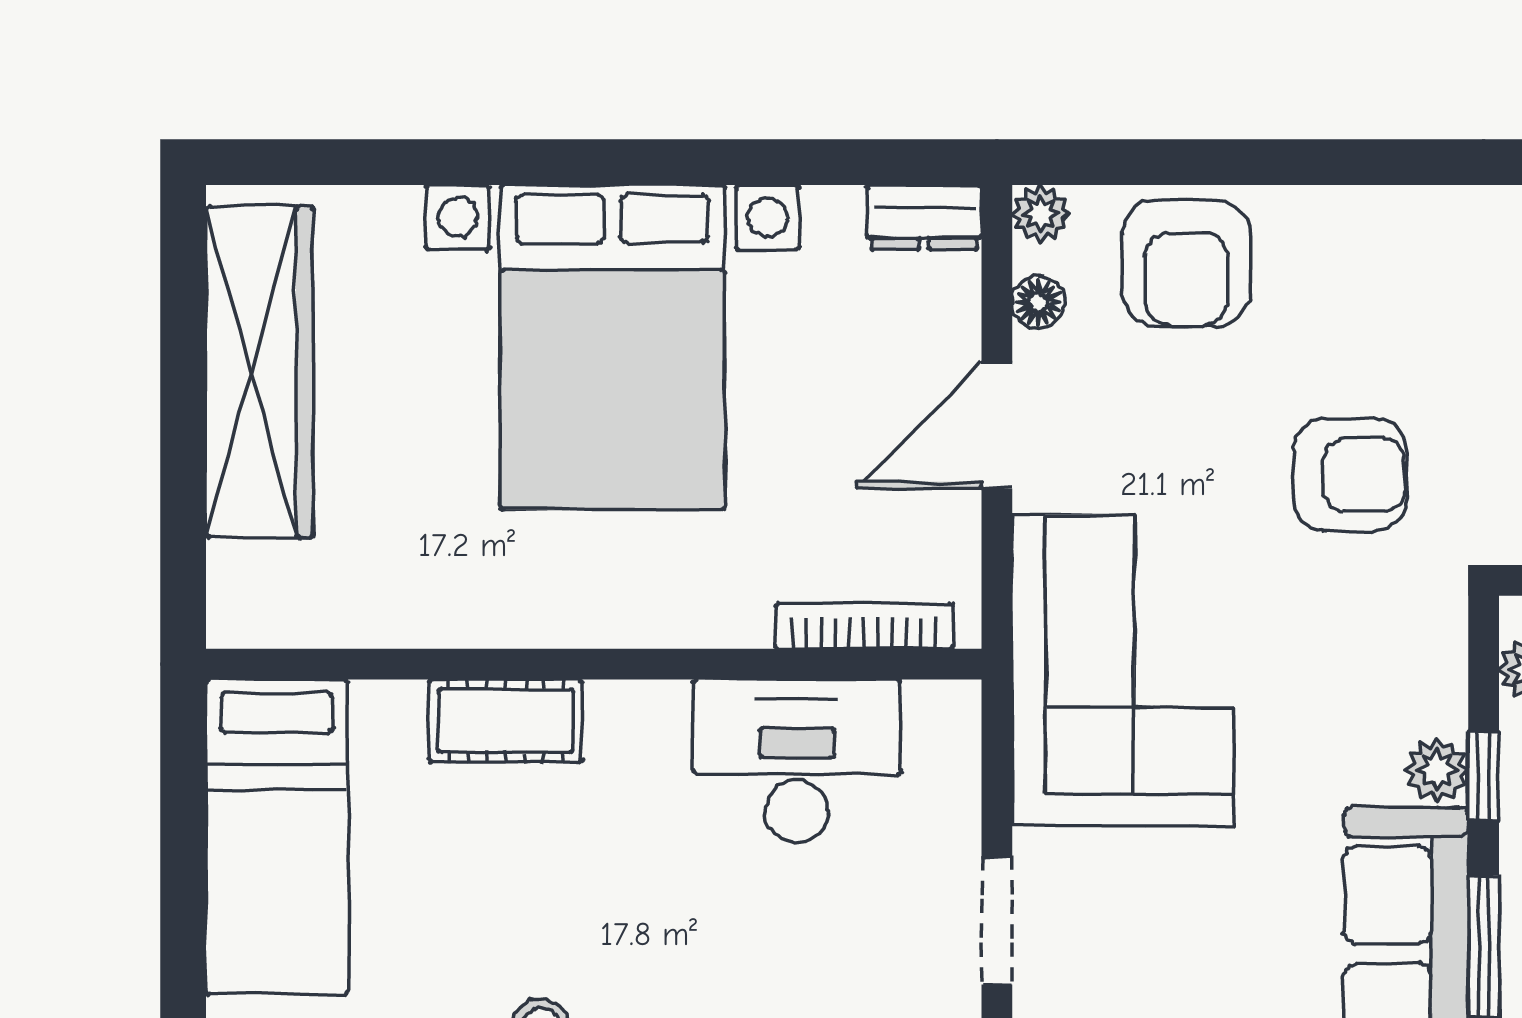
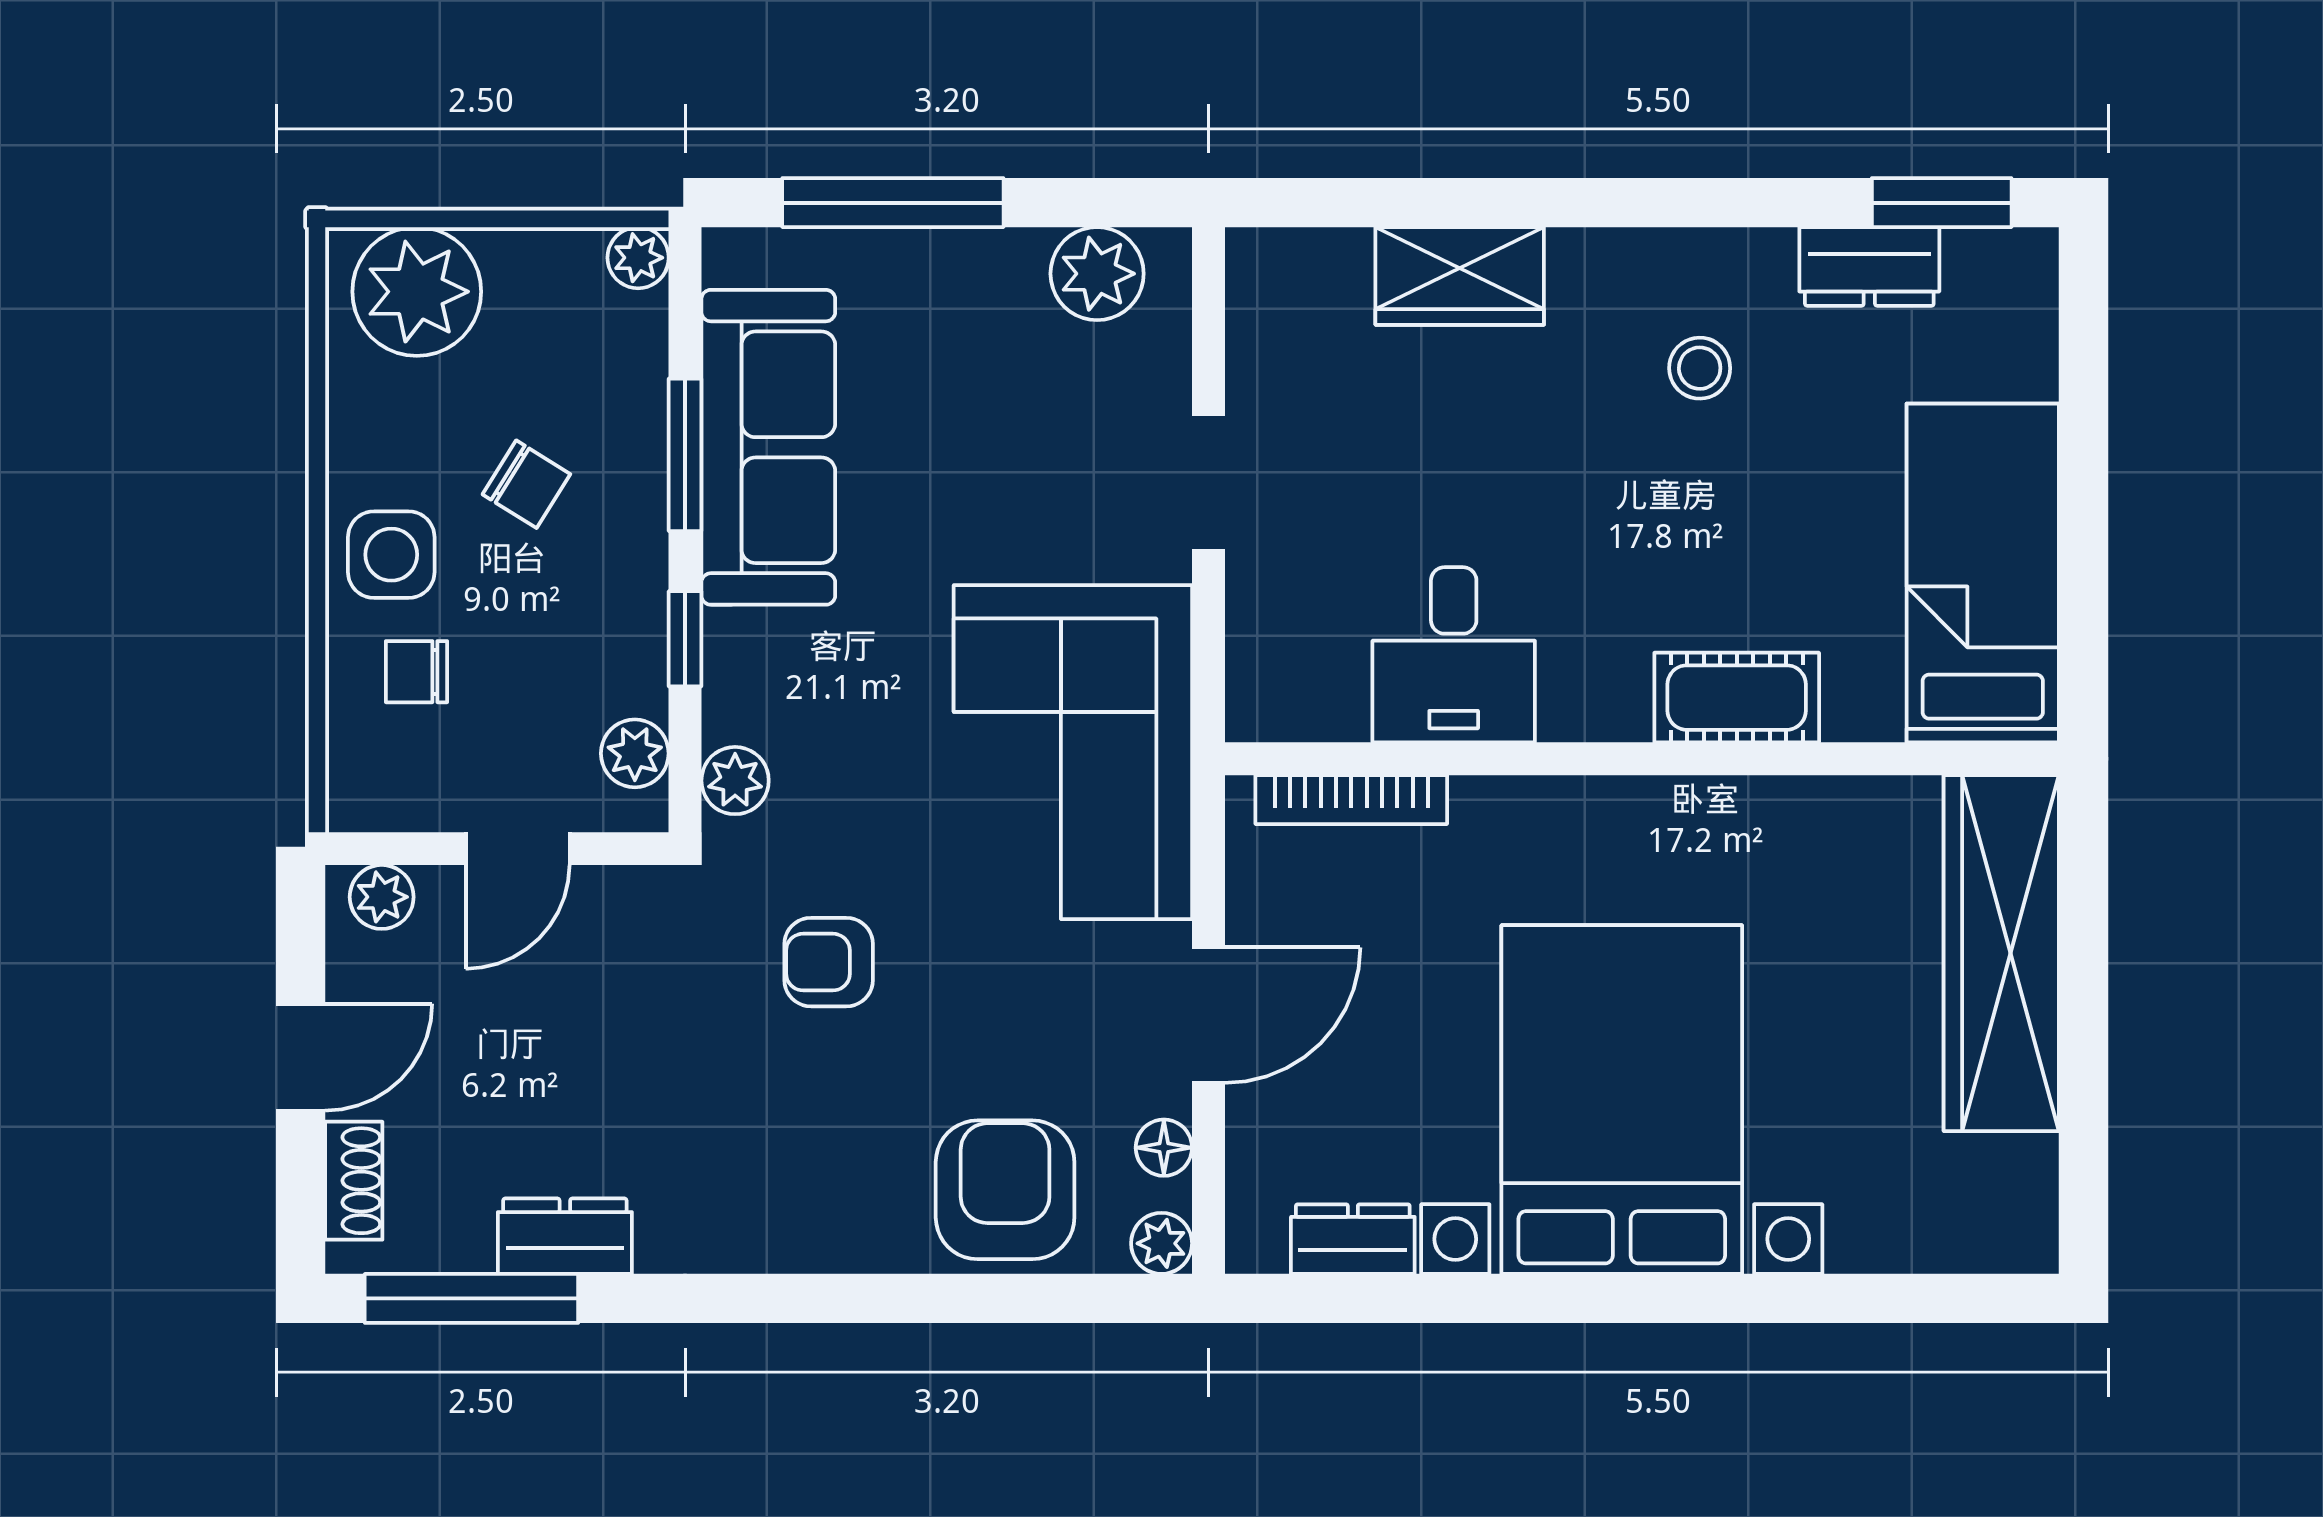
dresser: (924, 217) -> (1353, 1239), moved
wardrobe: (260, 372) -> (2001, 953), moved
armchair: (1350, 475) -> (829, 962), width x0.72, depth x0.72
desk: (797, 761) -> (1454, 655), width x0.73
plant: (1437, 770) -> (735, 781), moved

